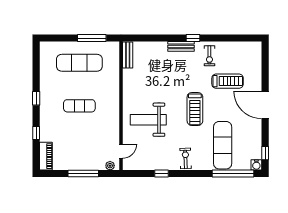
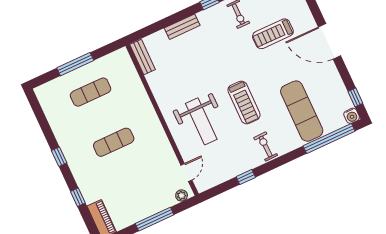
window: (92, 38) -> (75, 64), moved
bench: (181, 46) -> (182, 27), moved
exercise mat: (79, 63) -> (91, 92), width x0.73, depth x0.69
treadmill: (228, 81) -> (273, 34), turned 180
treadmill: (195, 109) -> (244, 102), moved
weight bench: (148, 120) -> (201, 121), turned -90

